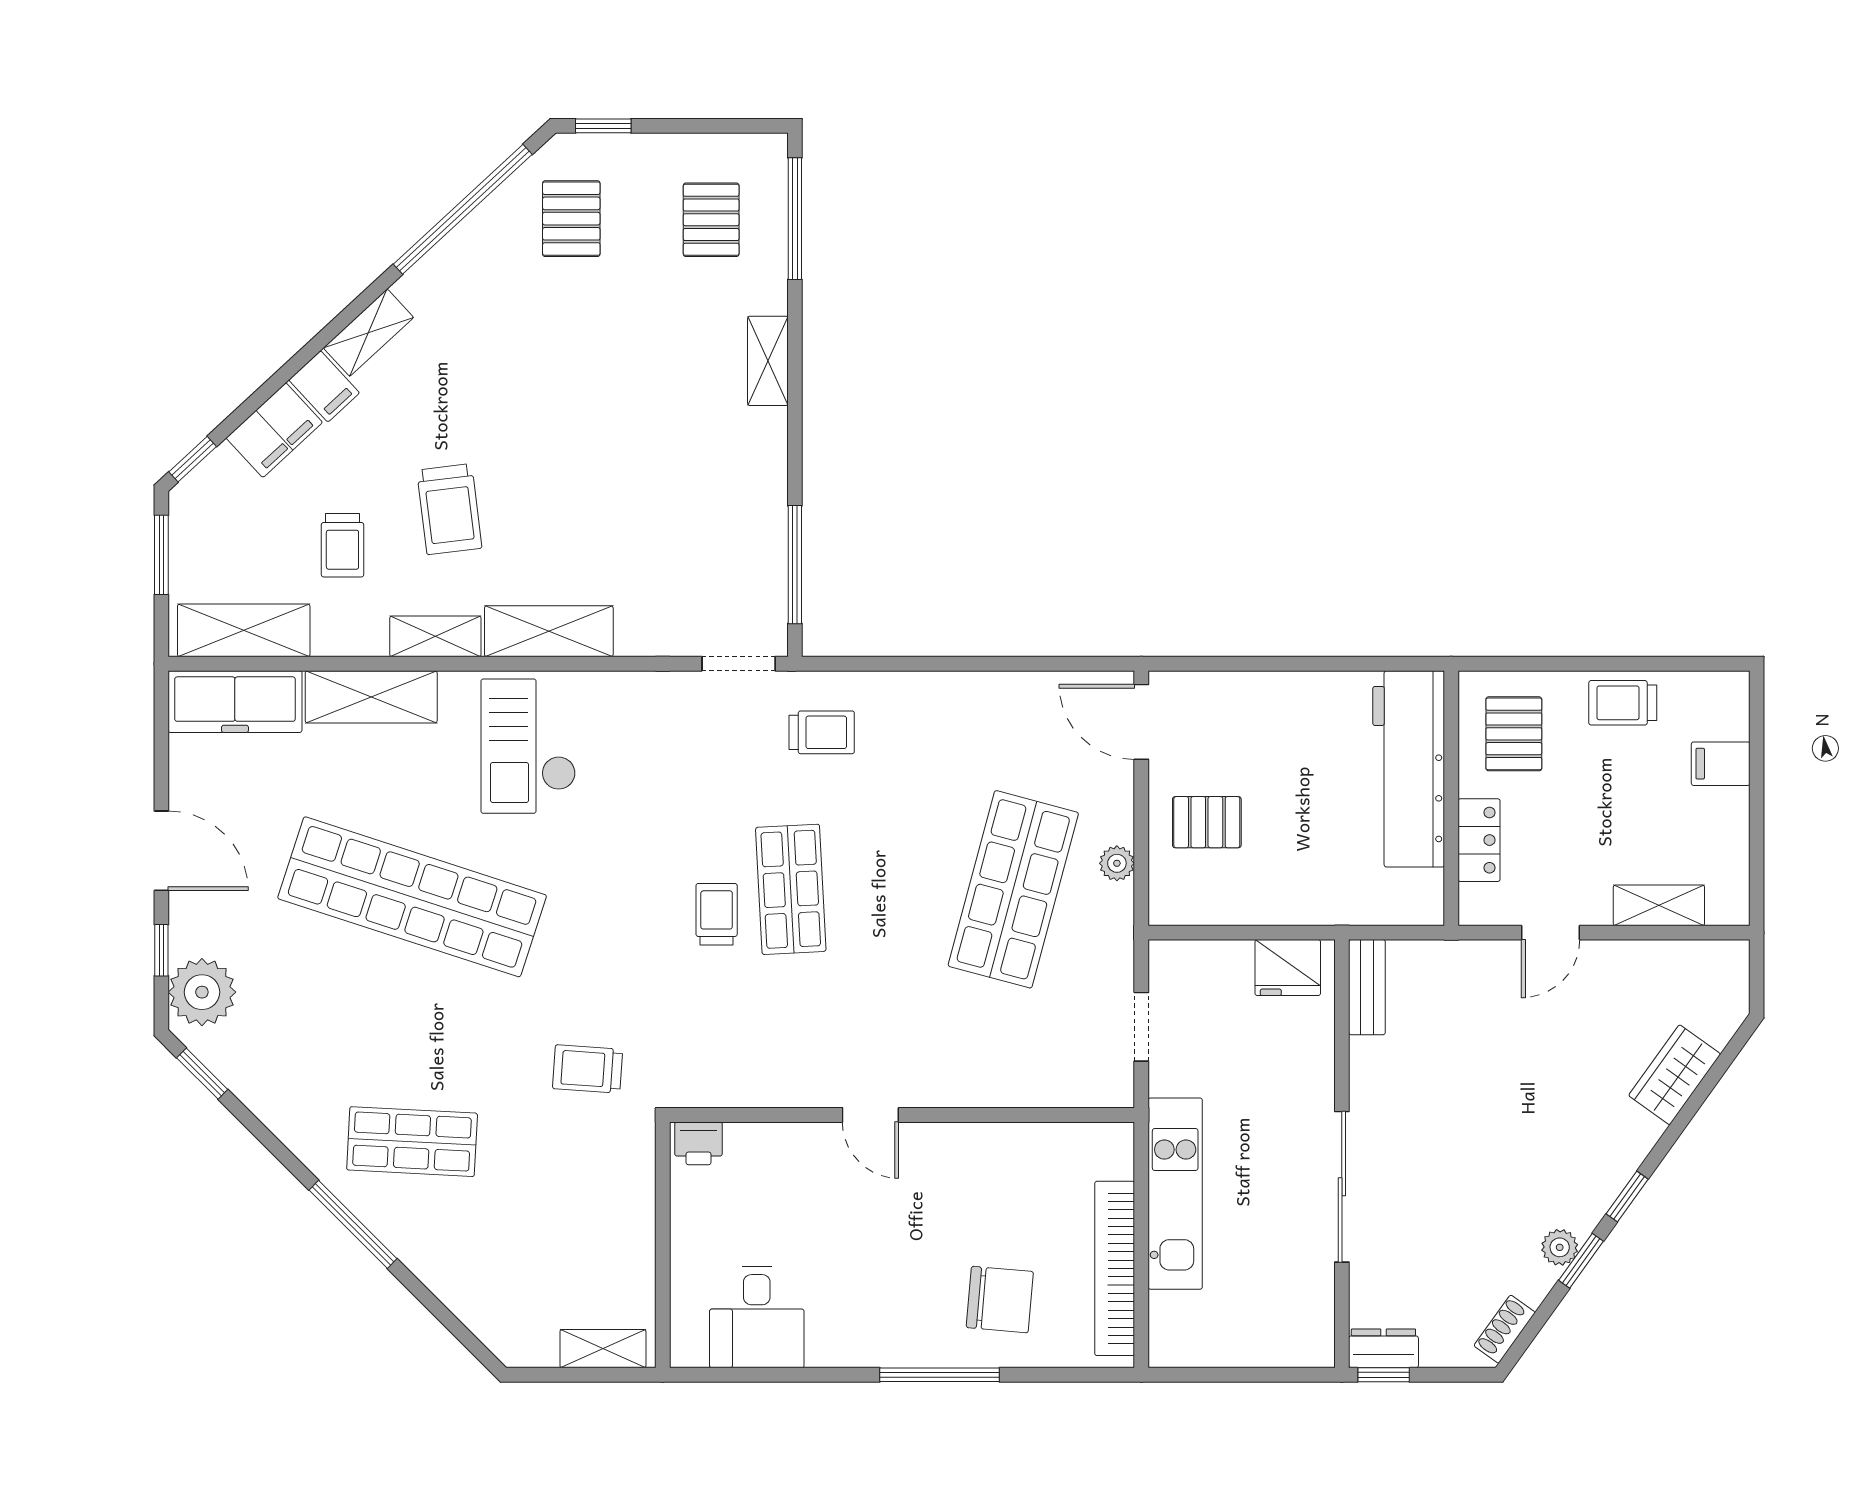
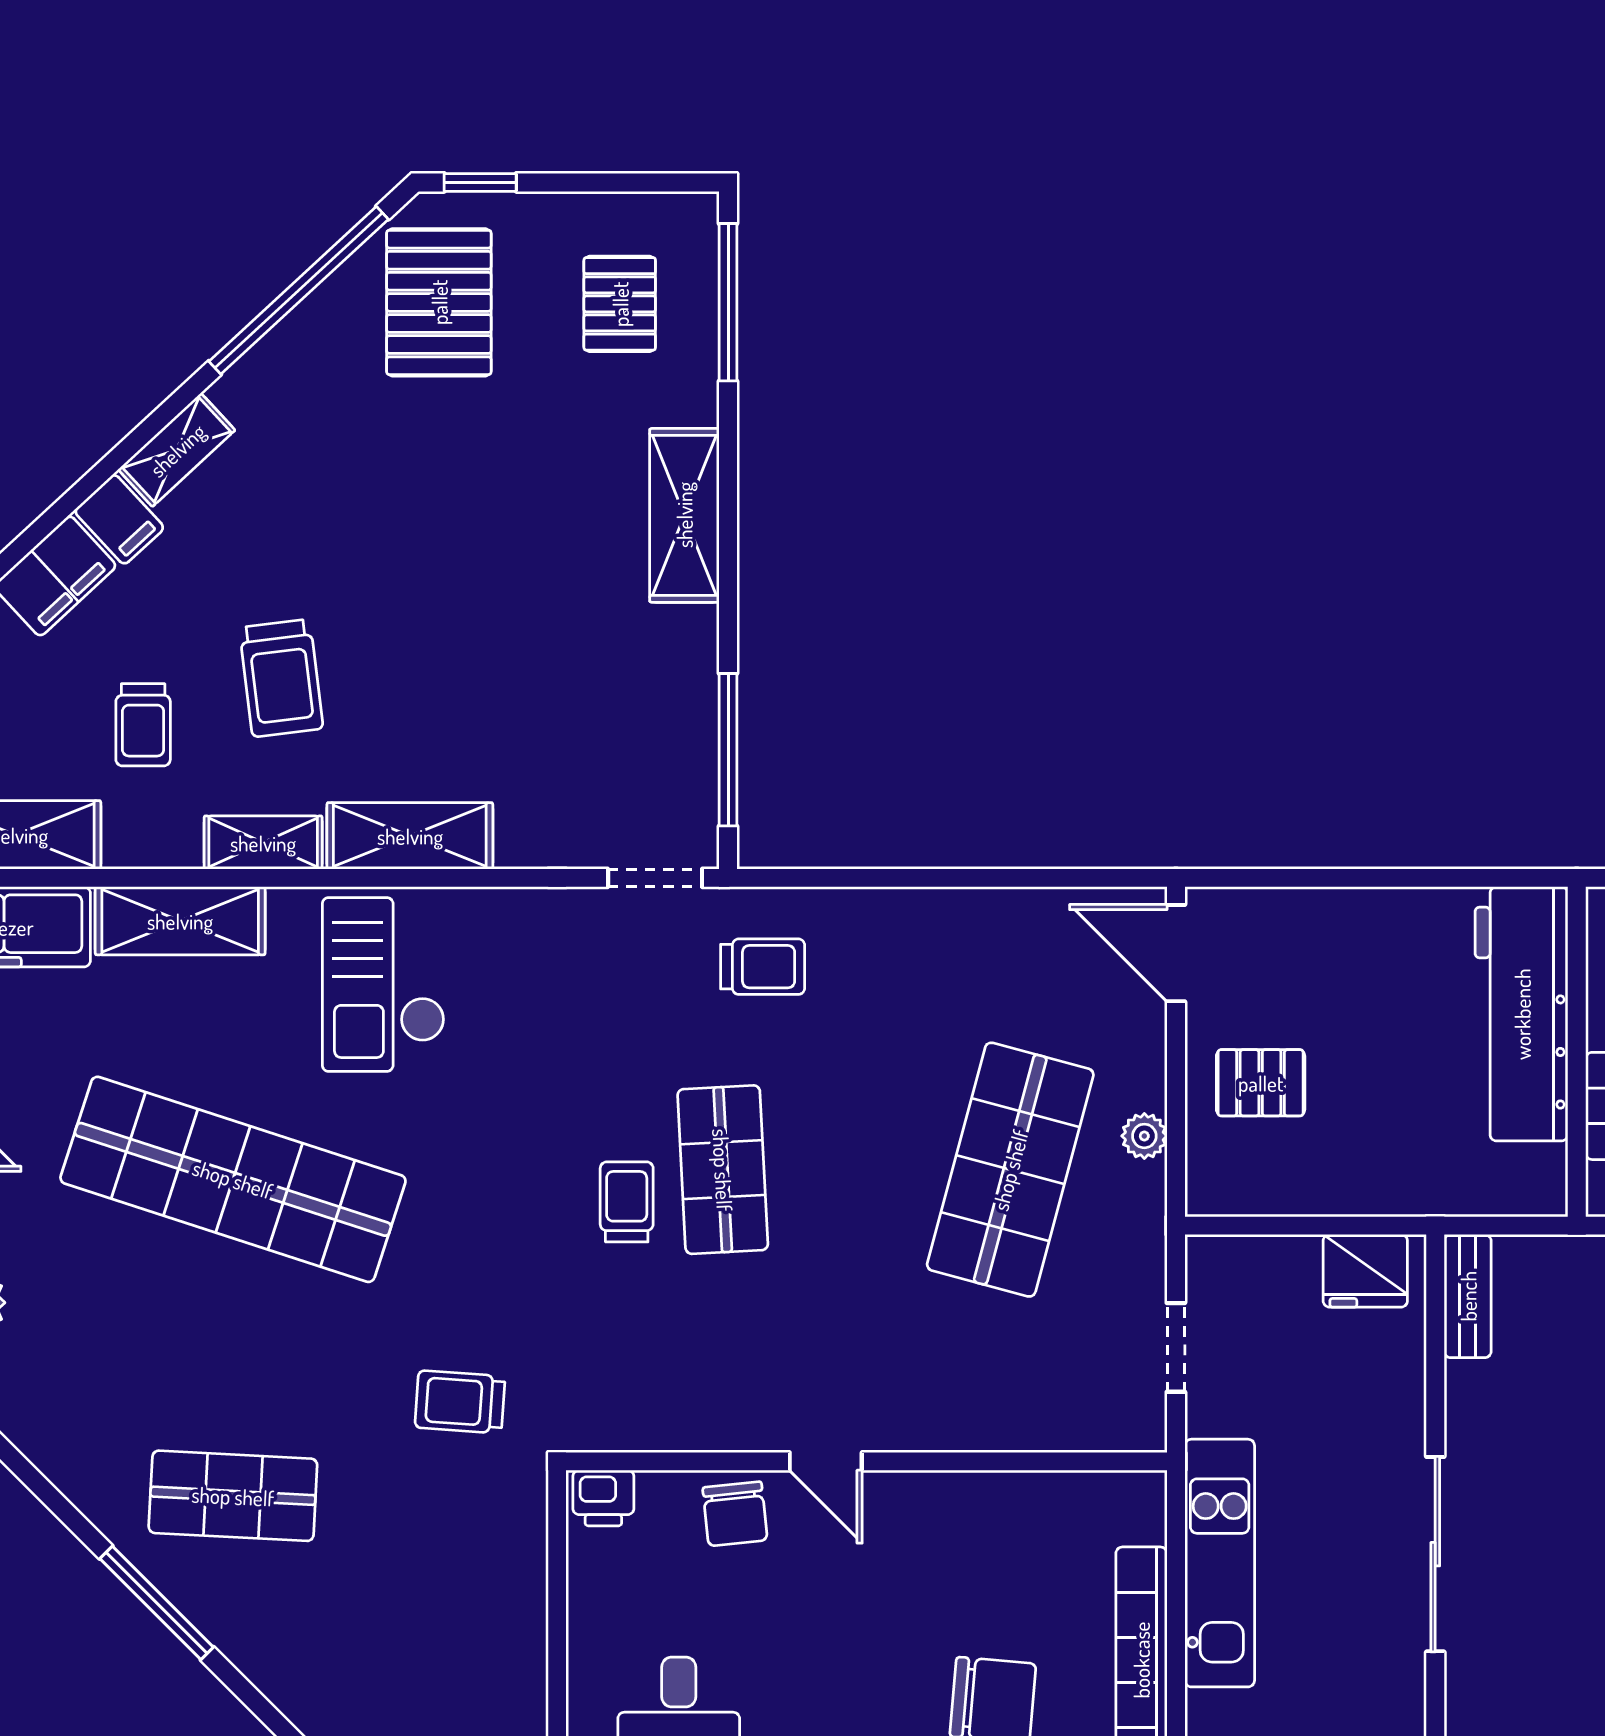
pallet: (571, 219) -> (439, 302), width x1.50, depth x1.42
shelving: (768, 361) -> (684, 515), width x1.50, depth x1.33
chair: (800, 1155) -> (735, 1514), added

